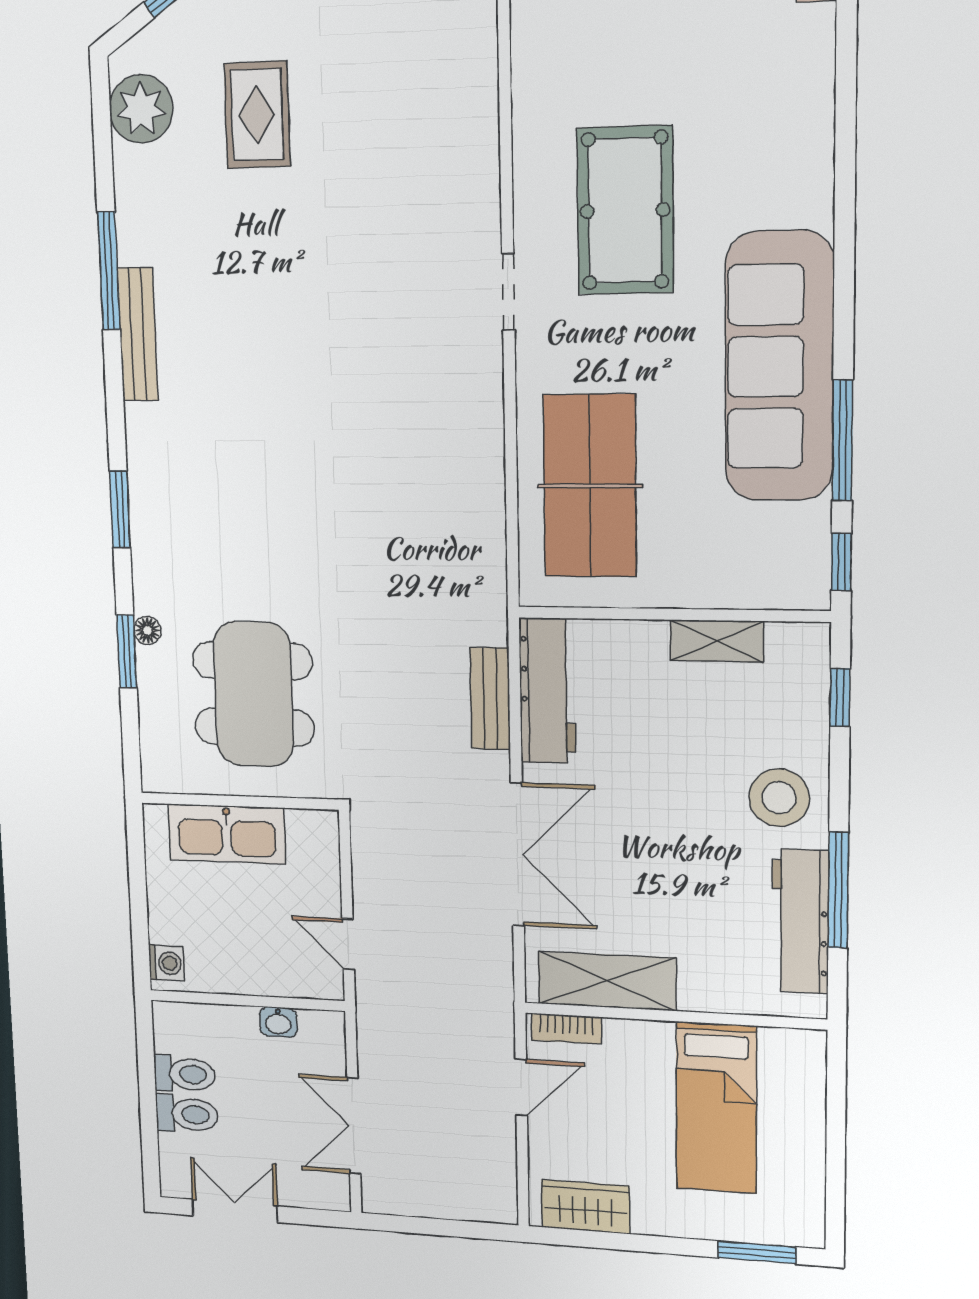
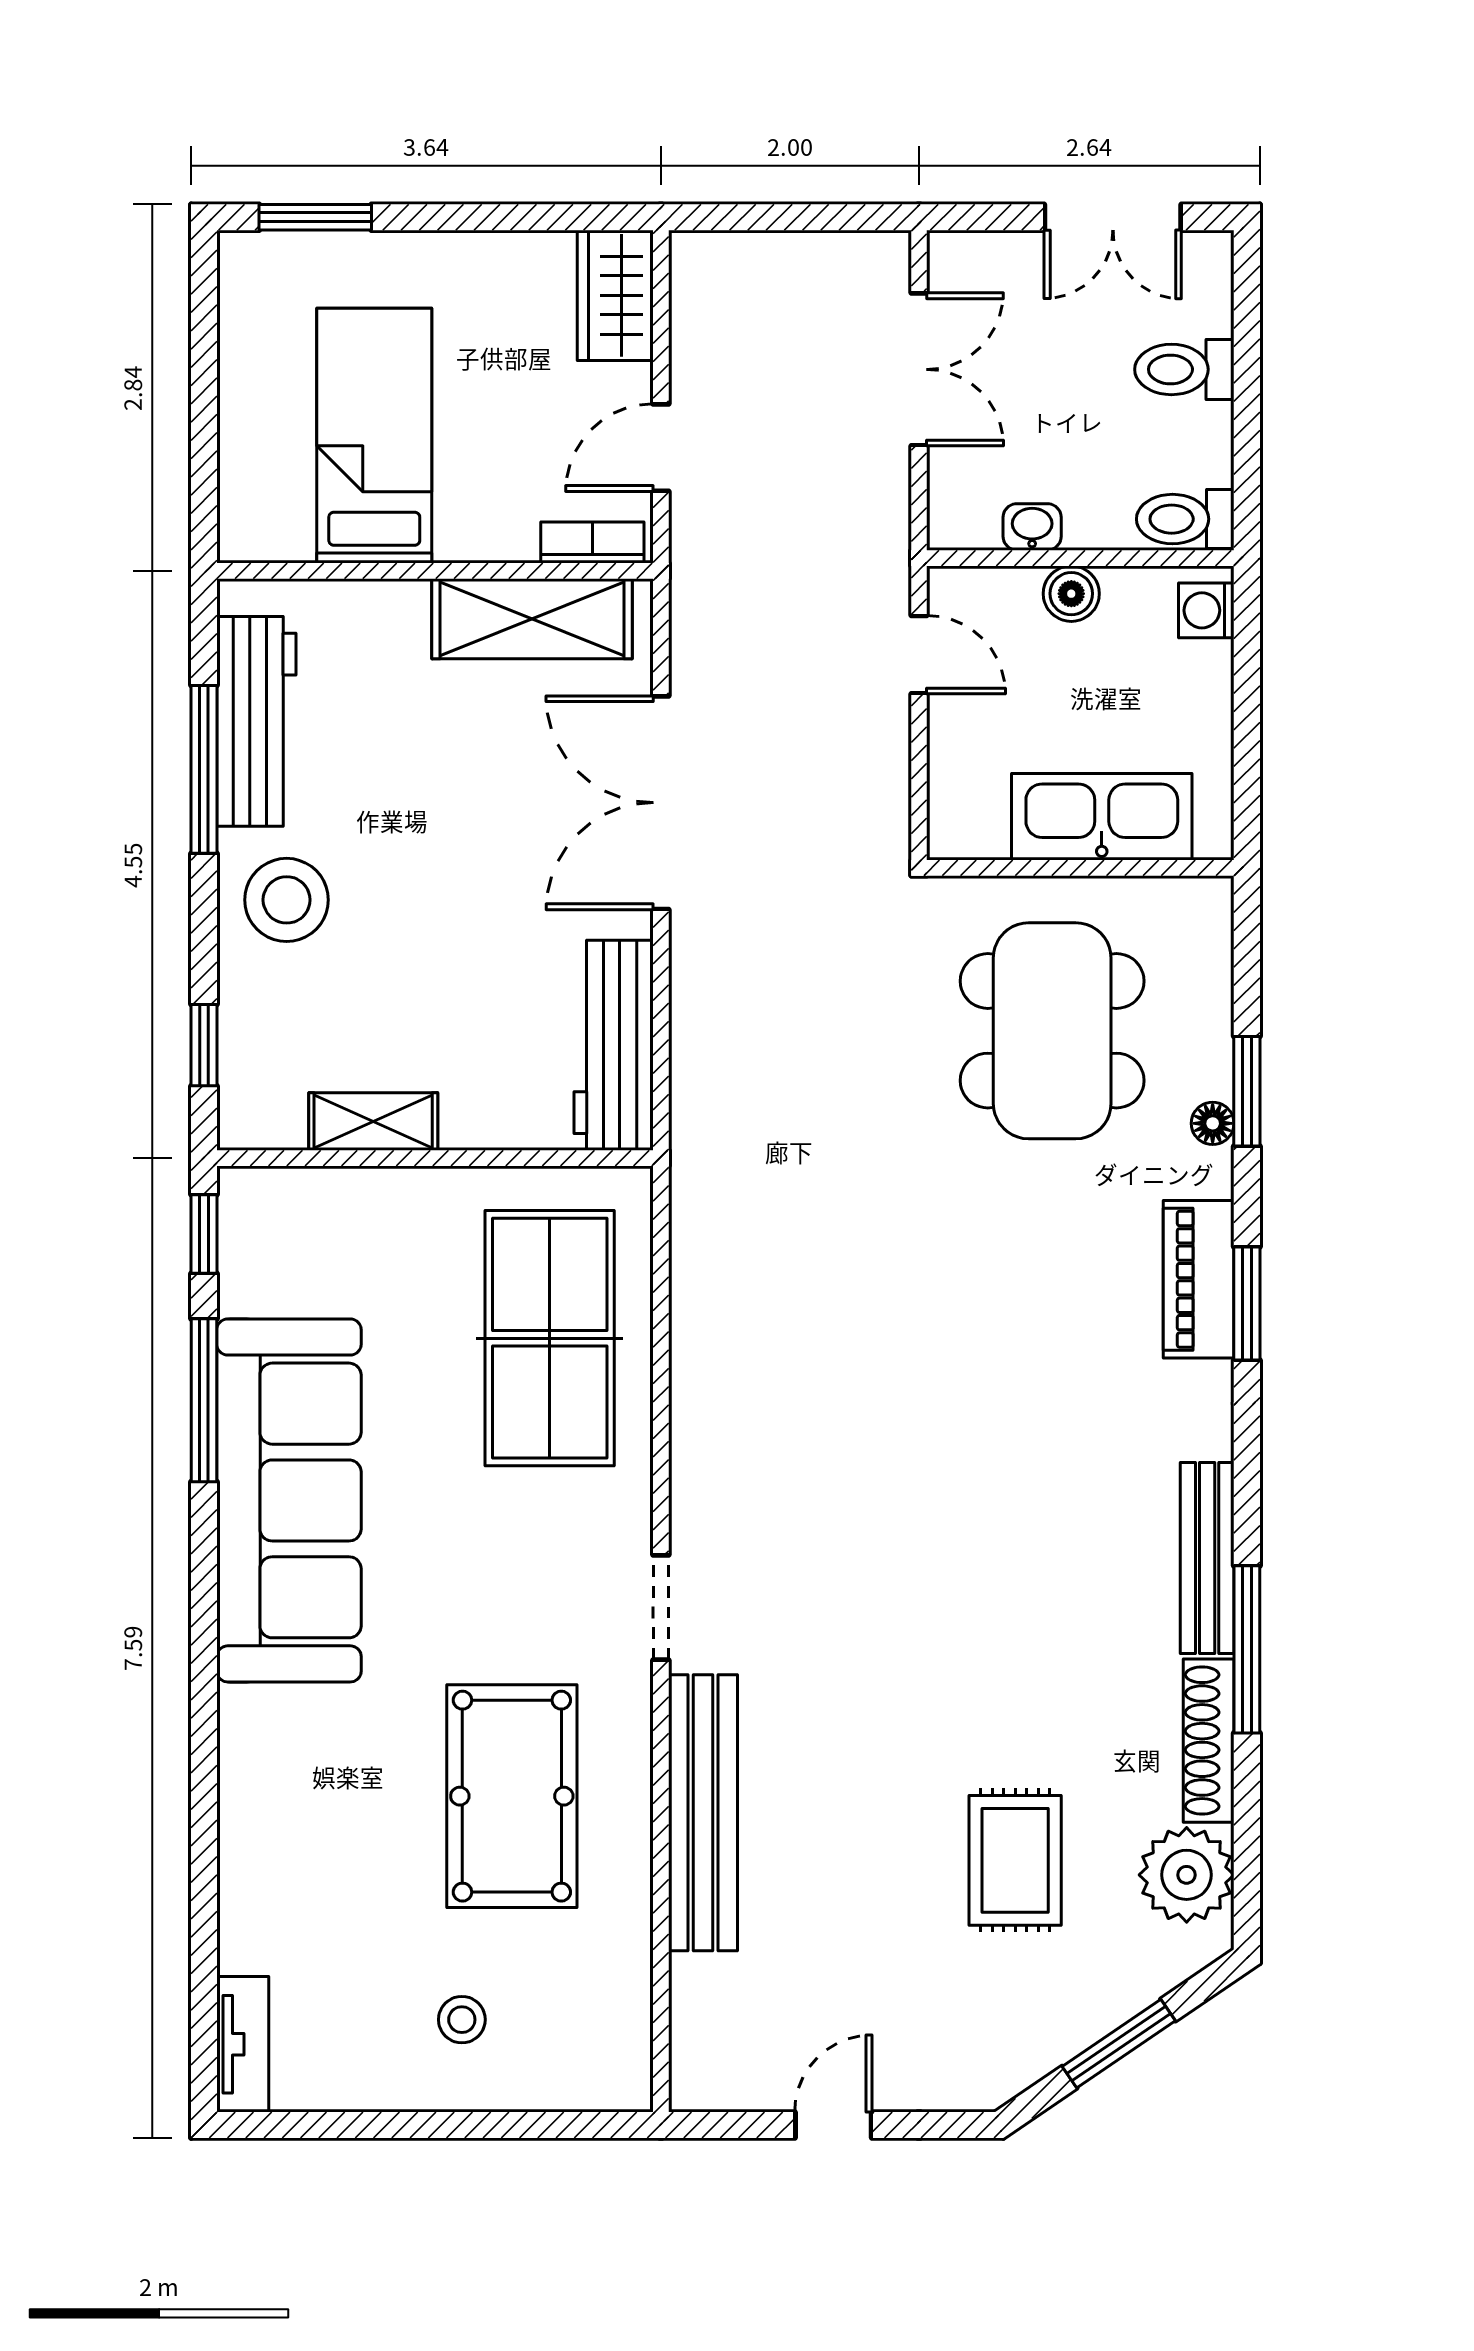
shoe rack: (131, 206) -> (1209, 1741), added
pool table: (625, 211) -> (512, 1796), moved
piano: (152, 526) -> (1199, 1279), added
bench: (490, 699) -> (703, 1813), moved, width x1.86, depth x1.21
boiler: (252, 978) -> (1071, 594), added
toilet: (184, 1074) -> (1185, 519), moved
wardrobe: (586, 1207) -> (615, 295), moved, turned 90

